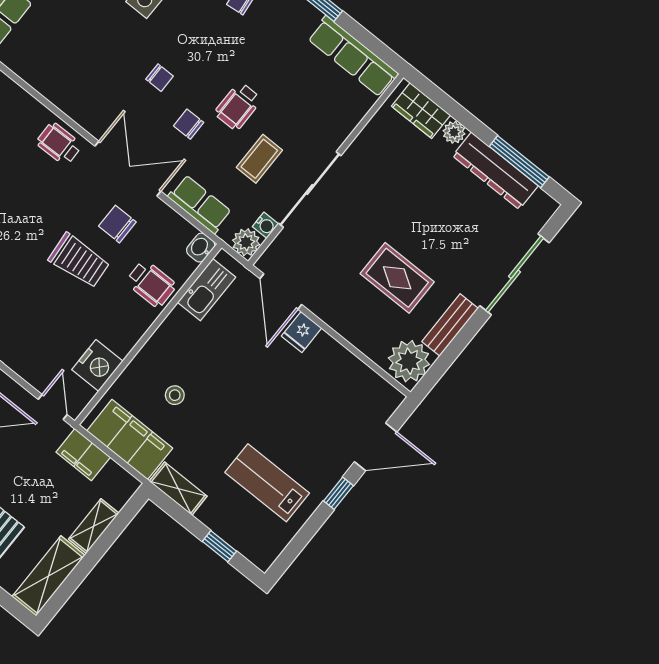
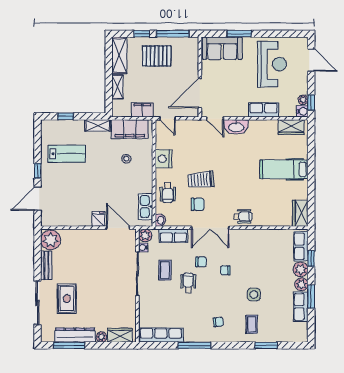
rug: (397, 278) -> (67, 299), moved, turned 90
wheelchair: (151, 284) -> (168, 192), turned -90
nightstand: (97, 365) -> (163, 159), moved

